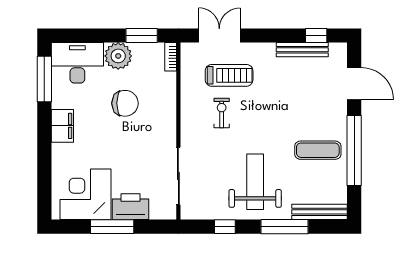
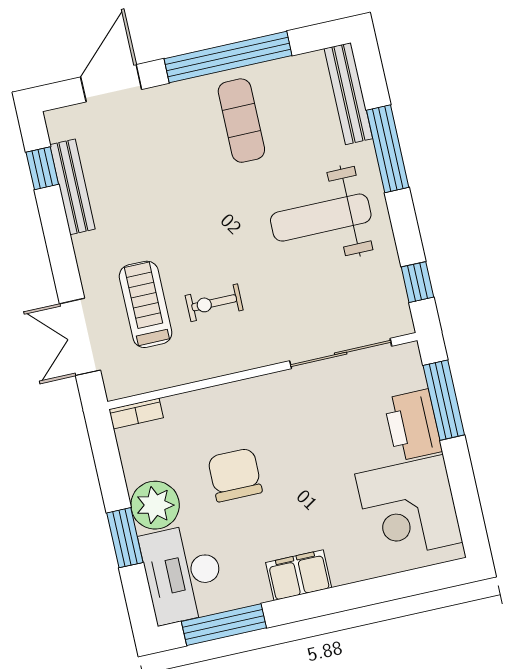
window: (142, 35) -> (125, 538), moved
window: (112, 227) -> (444, 400), moved
window: (225, 227) -> (417, 282), moved

